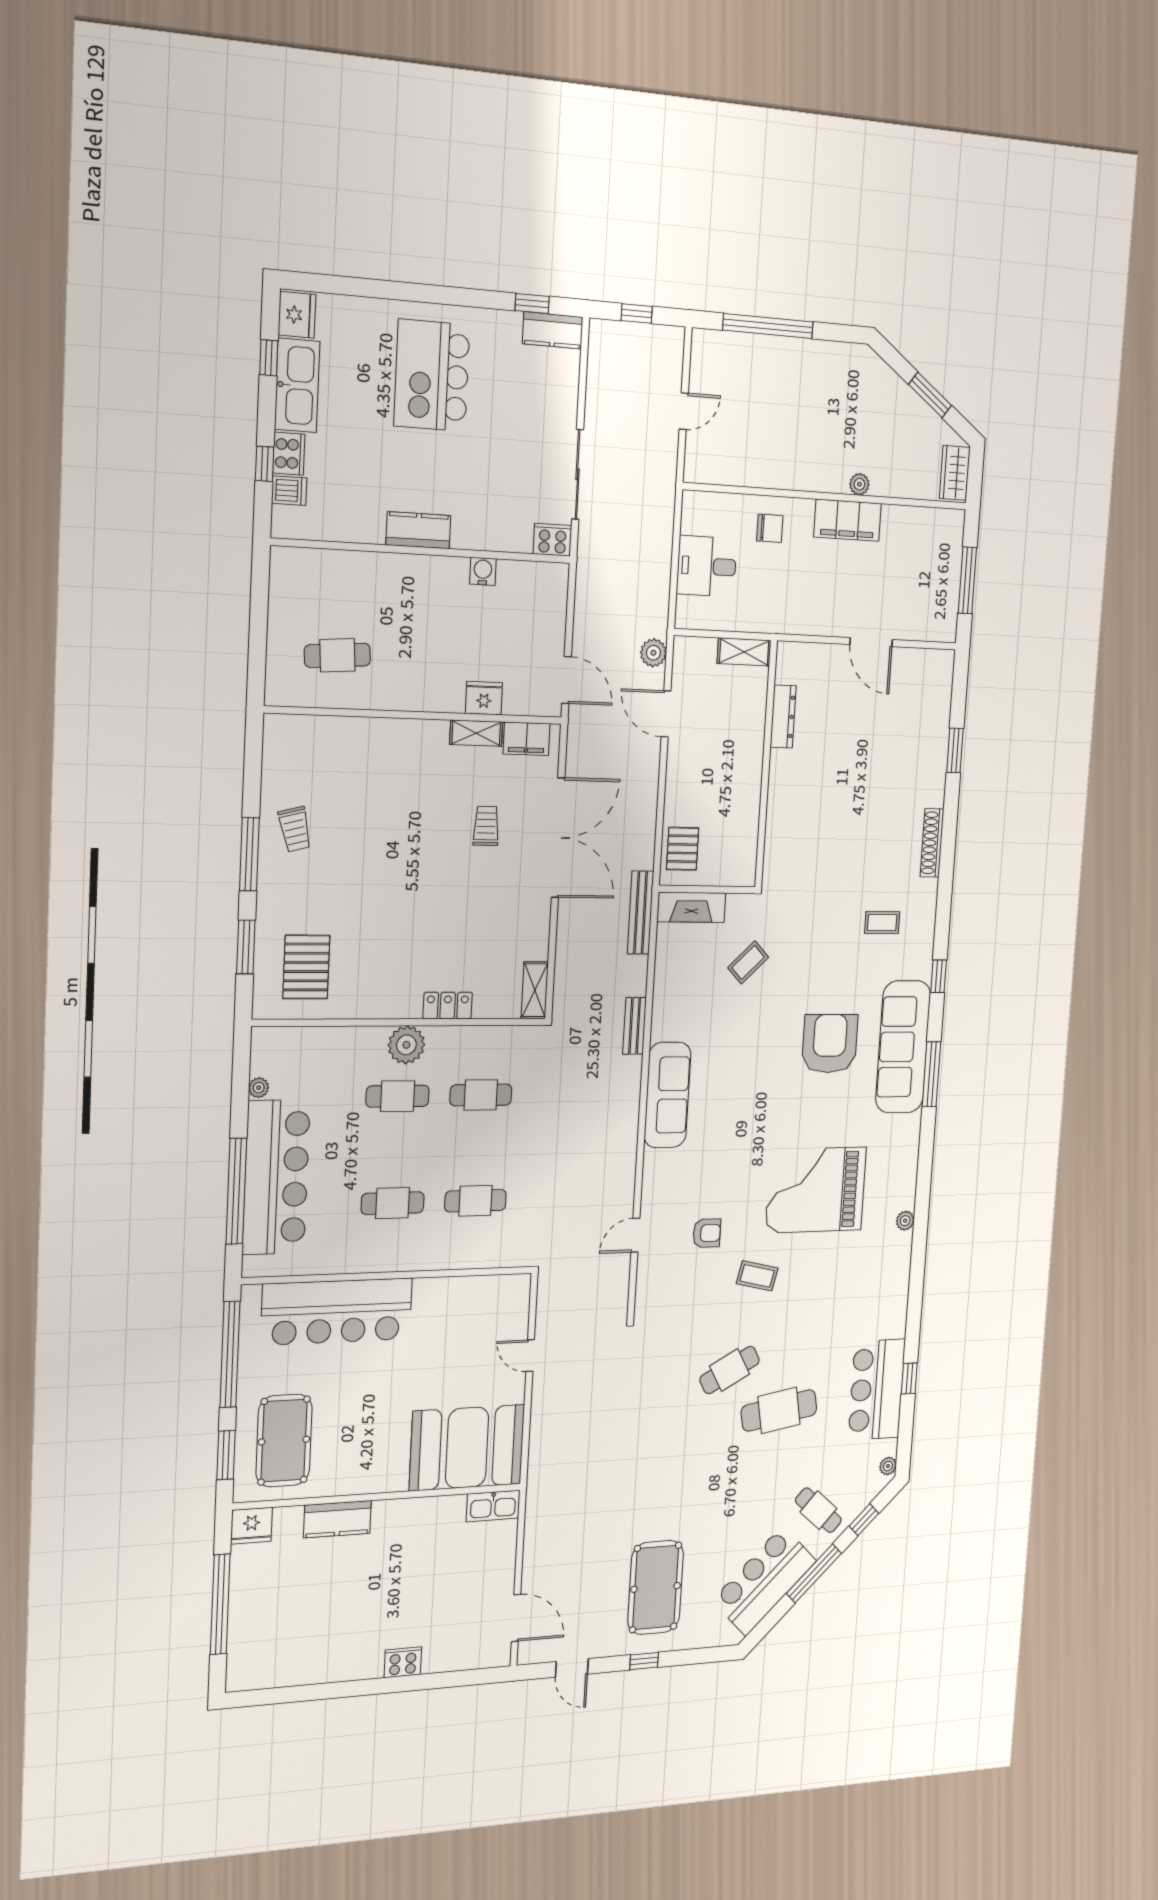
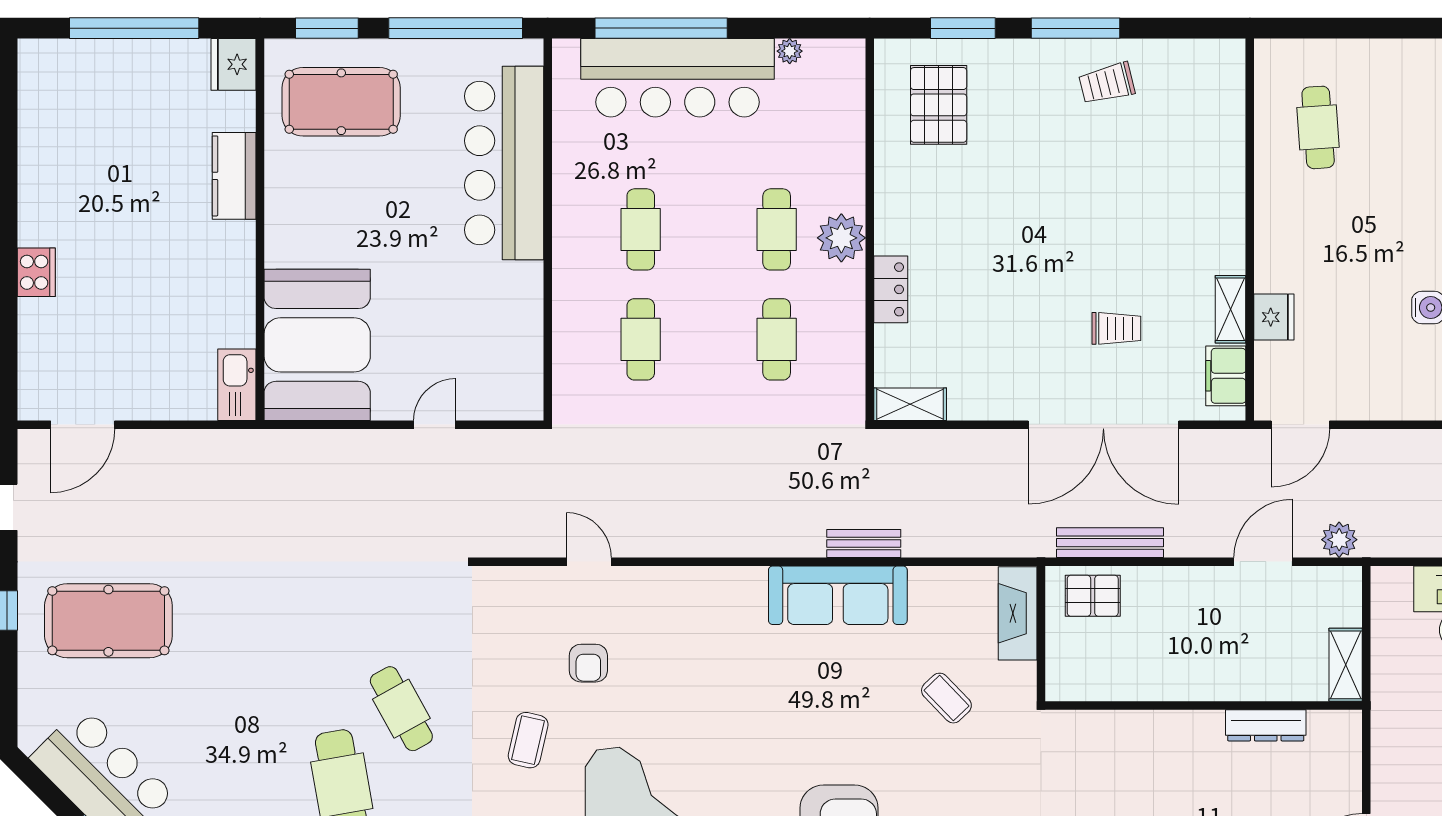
bench: (640, 913) -> (1110, 543), moved
pallet: (306, 967) -> (939, 105), turned 90
sofa: (667, 1095) -> (838, 595), moved

